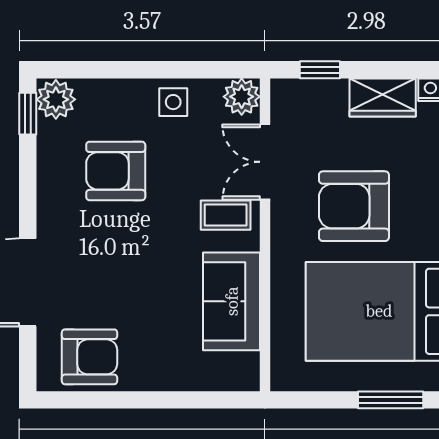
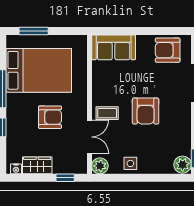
armchair: (116, 171) -> (146, 111), moved, turned 90
armchair: (354, 206) -> (50, 117), width x0.73, depth x0.73
sofa: (232, 301) -> (114, 47), moved, turned 90

